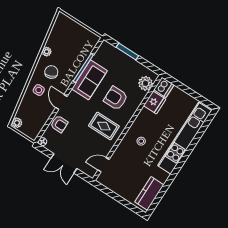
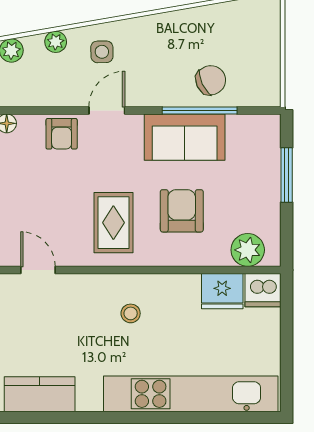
plant: (47, 52) -> (56, 42), moved
chair: (51, 72) -> (211, 80), moved

